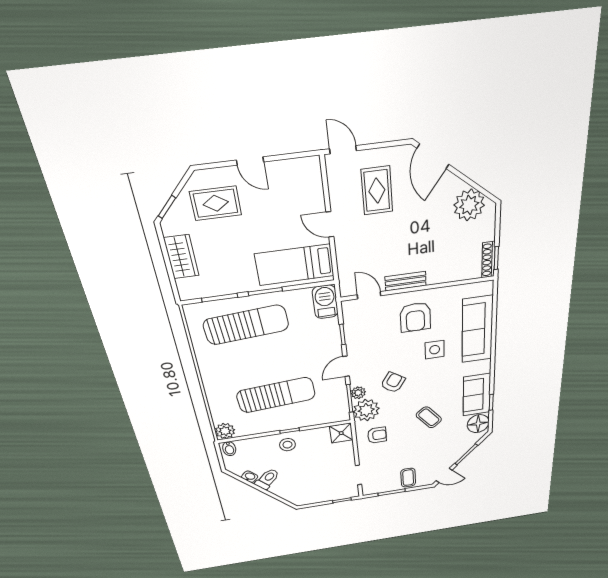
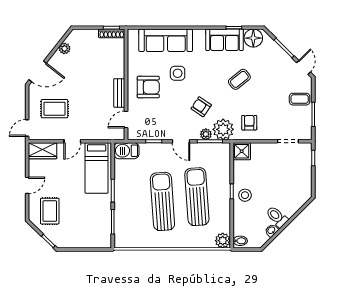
plant: (469, 205) -> (65, 48), width x0.53, depth x0.53
wardrobe: (181, 257) -> (43, 151), moved, turned 180
sun lounger: (246, 325) -> (162, 201), moved

